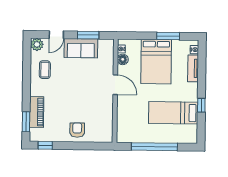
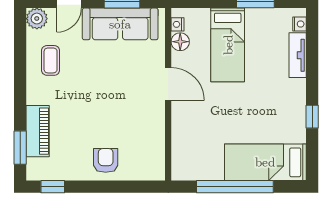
sofa: (81, 48) -> (120, 24), width x1.36
bed: (156, 62) -> (228, 45), width x0.67
bed: (173, 113) -> (265, 162), moved

